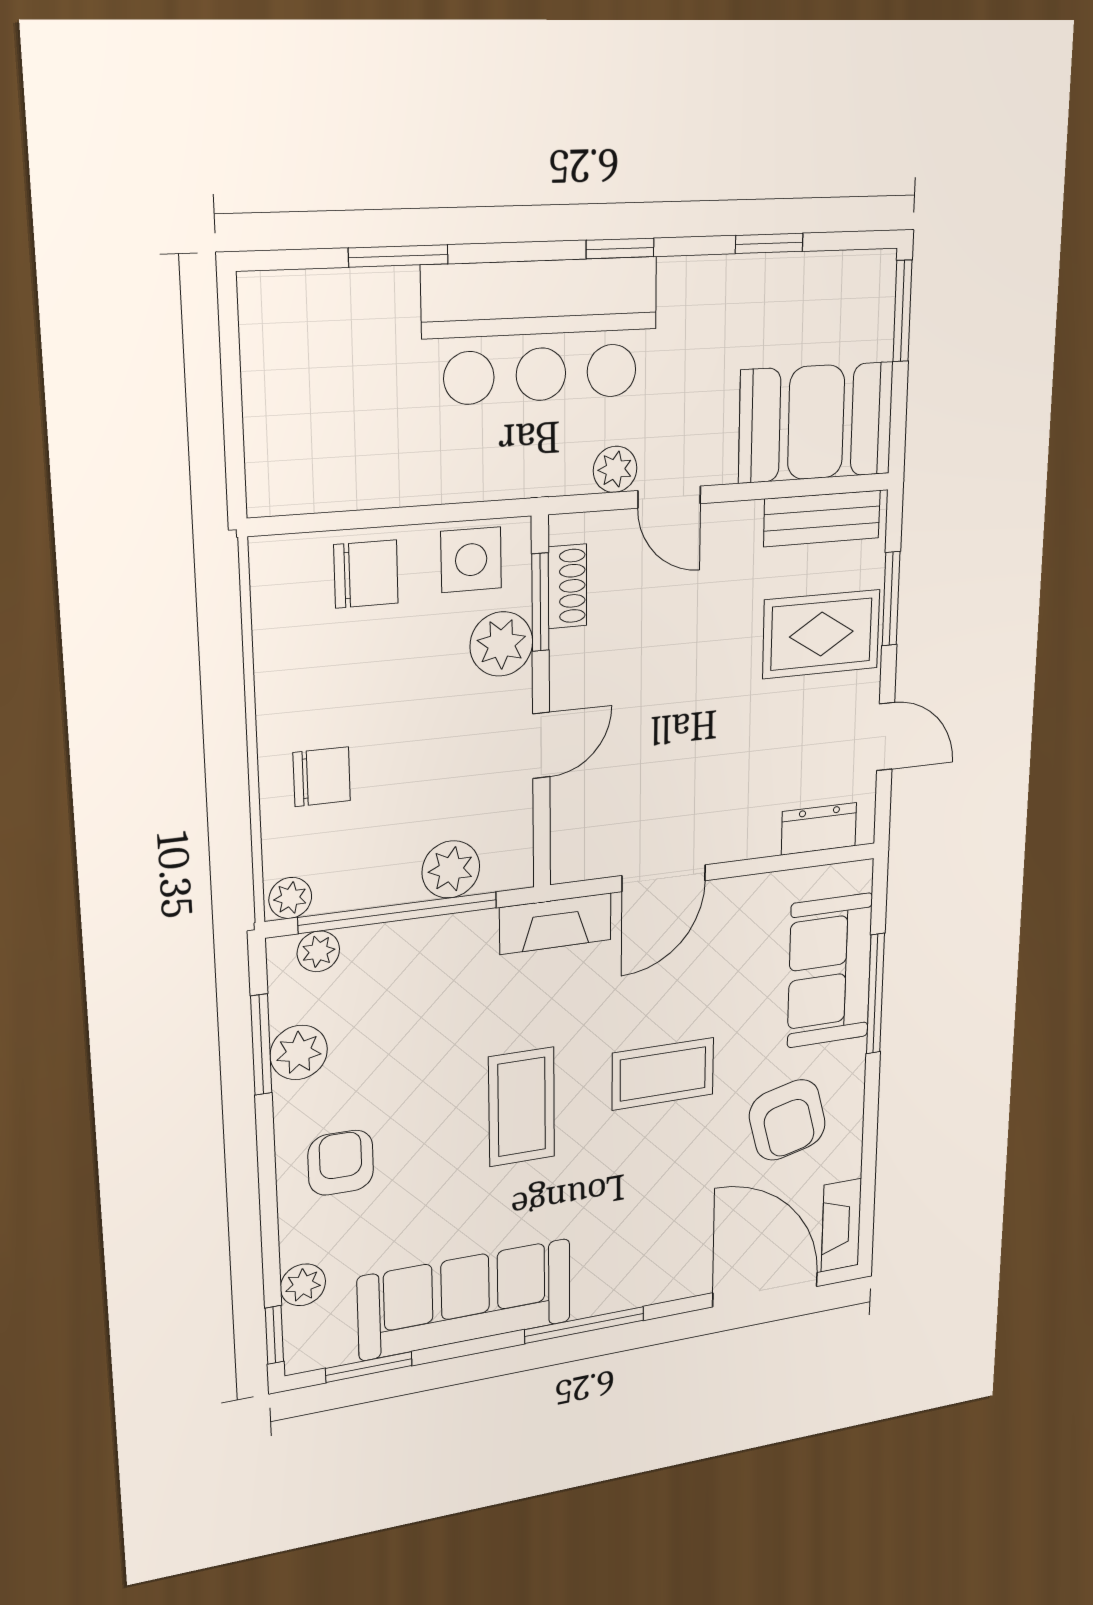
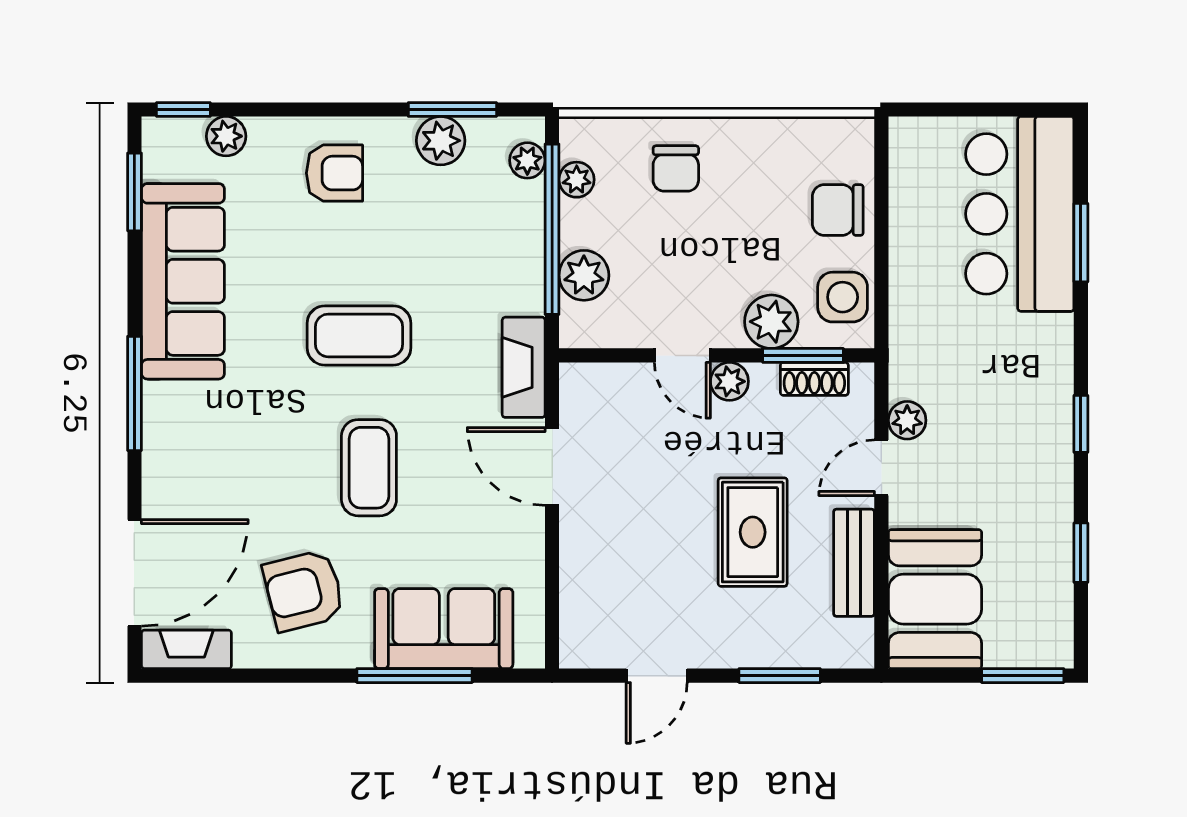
bar counter: (541, 331) -> (1020, 214), moved
bench: (822, 519) -> (854, 563), moved
chair: (366, 574) -> (838, 210), turned 90
rug: (821, 634) -> (753, 532), moved
plant: (570, 687) -> (729, 381), added
dresser: (819, 829) -> (579, 613), removed
plant: (290, 898) -> (577, 180), moved

